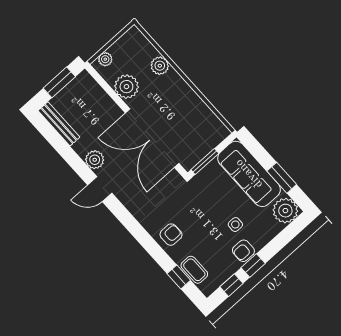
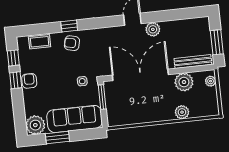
bench: (59, 124) -> (193, 61), moved
side table: (235, 225) -> (82, 81), moved
armchair: (171, 235) -> (72, 43), turned 103
window: (179, 277) -> (69, 26), moved

